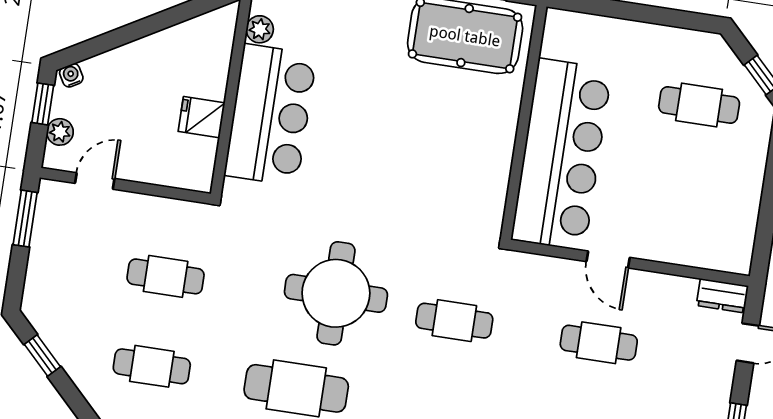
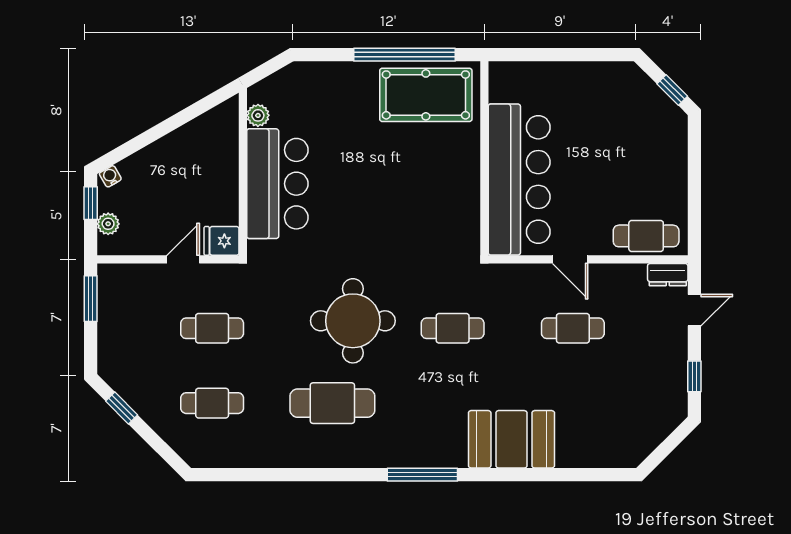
cafe table: (699, 105) -> (646, 236), moved
fridge: (202, 117) -> (222, 241), moved
door: (95, 181) -> (183, 259), moved

